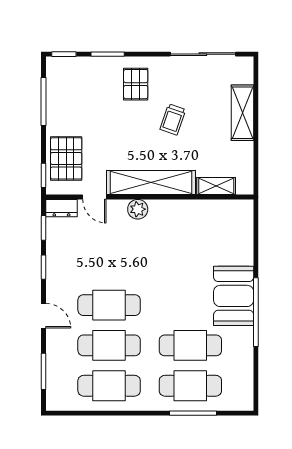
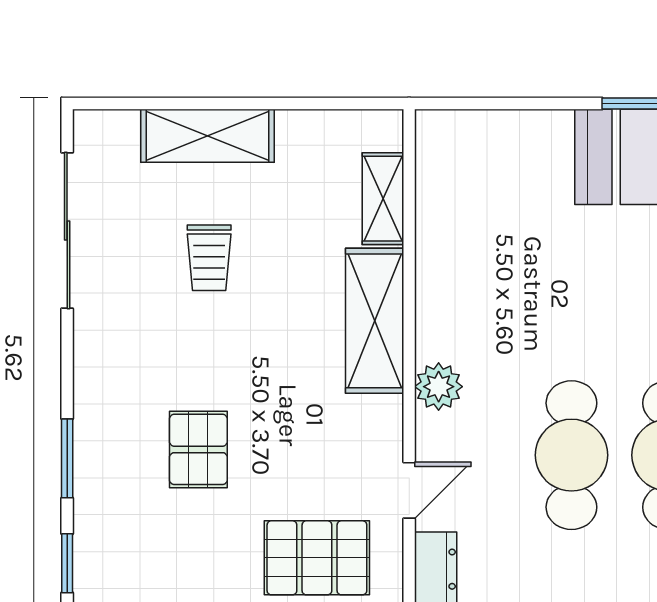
pallet: (136, 84) -> (198, 449), moved, turned 90
trolley: (173, 119) -> (209, 258), moved, turned 71
shelving: (151, 183) -> (375, 321), width x0.68
cafe table: (109, 265) -> (571, 455), added

